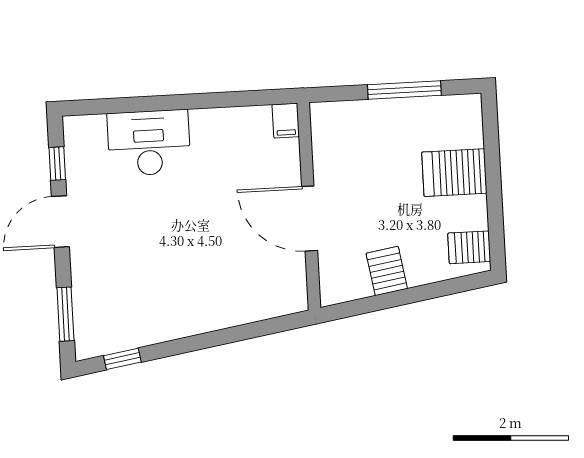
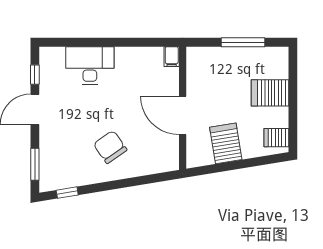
server rack: (387, 271) -> (226, 143), width x1.36, depth x1.44
chair: (190, 278) -> (110, 147), added

